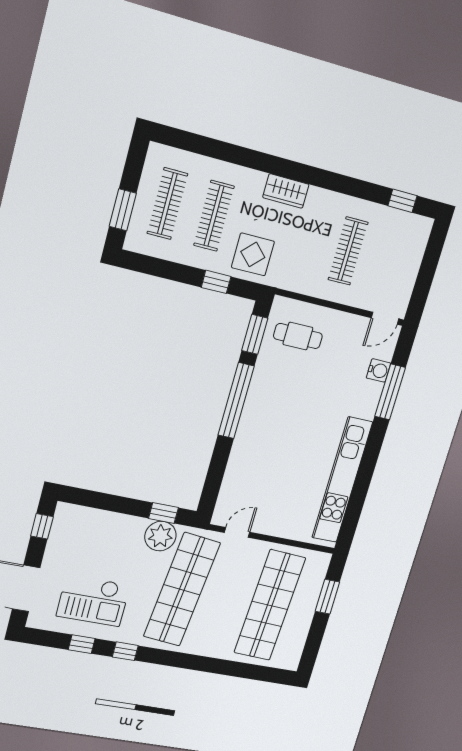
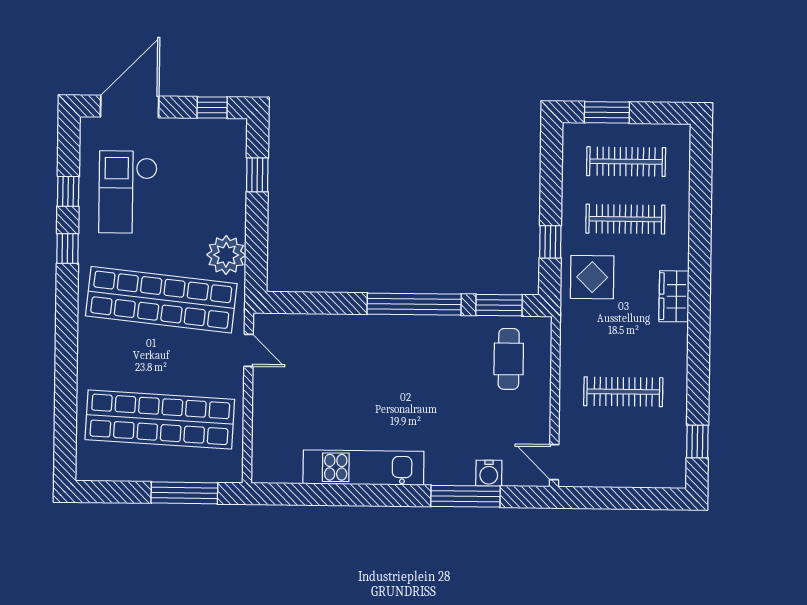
kitchen unit: (342, 480) -> (363, 468), width x0.73
window: (164, 513) -> (257, 175), moved
window: (327, 597) -> (184, 493), width x1.44

